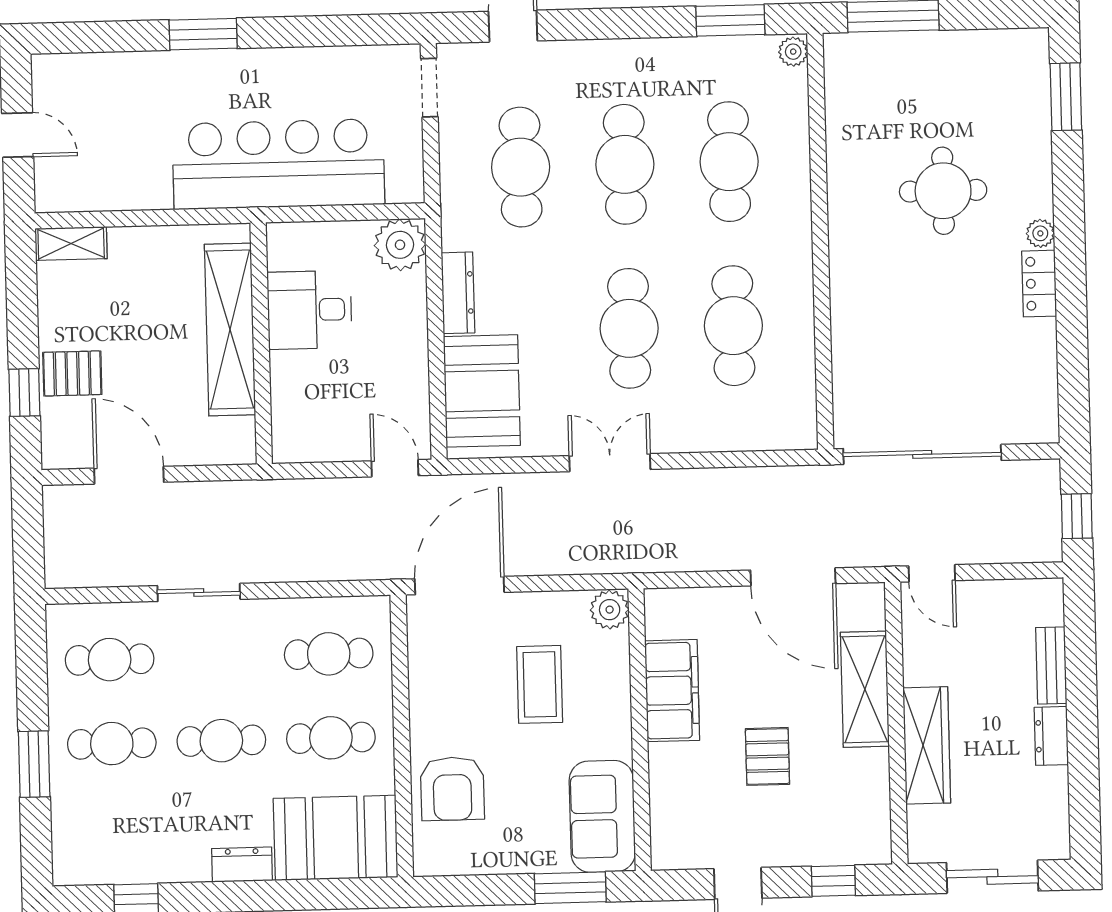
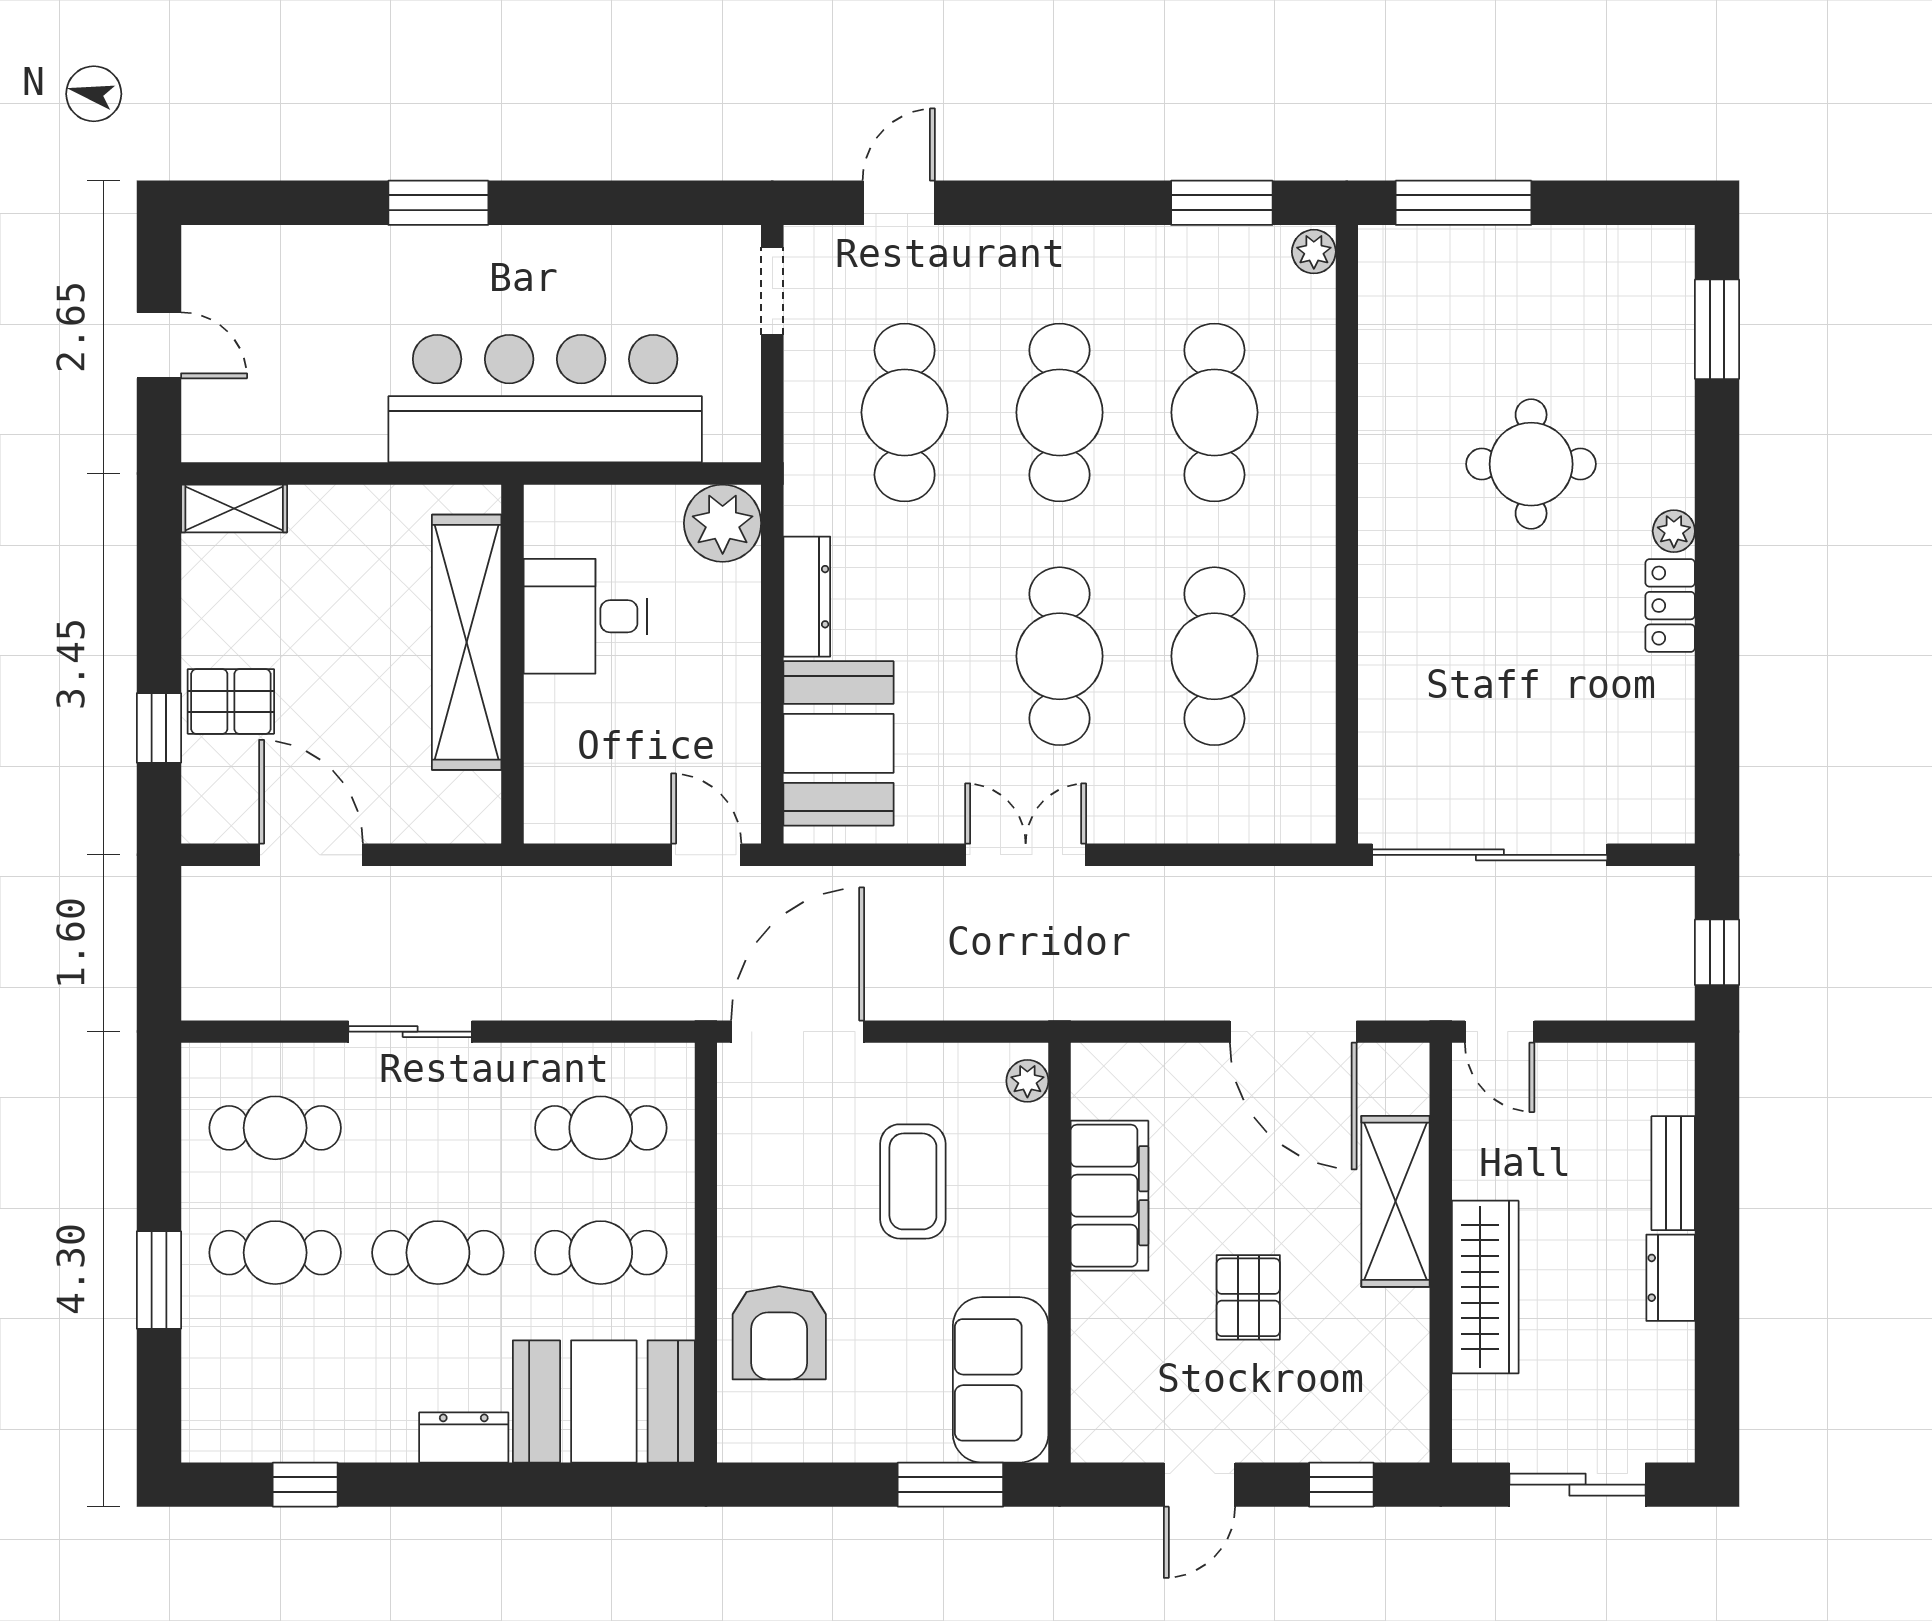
plant: (610, 610) -> (1027, 1081), width x0.73, depth x0.73

